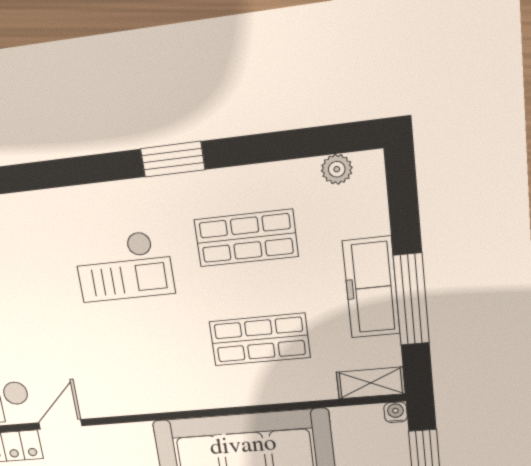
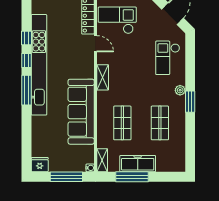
plant: (337, 169) -> (180, 90), moved
checkout: (124, 266) -> (168, 58), moved
shelving: (144, 400) -> (103, 77), added

